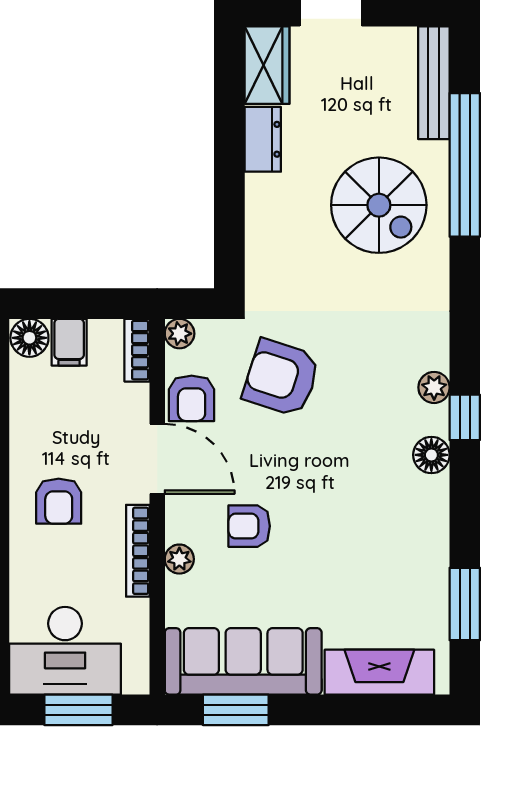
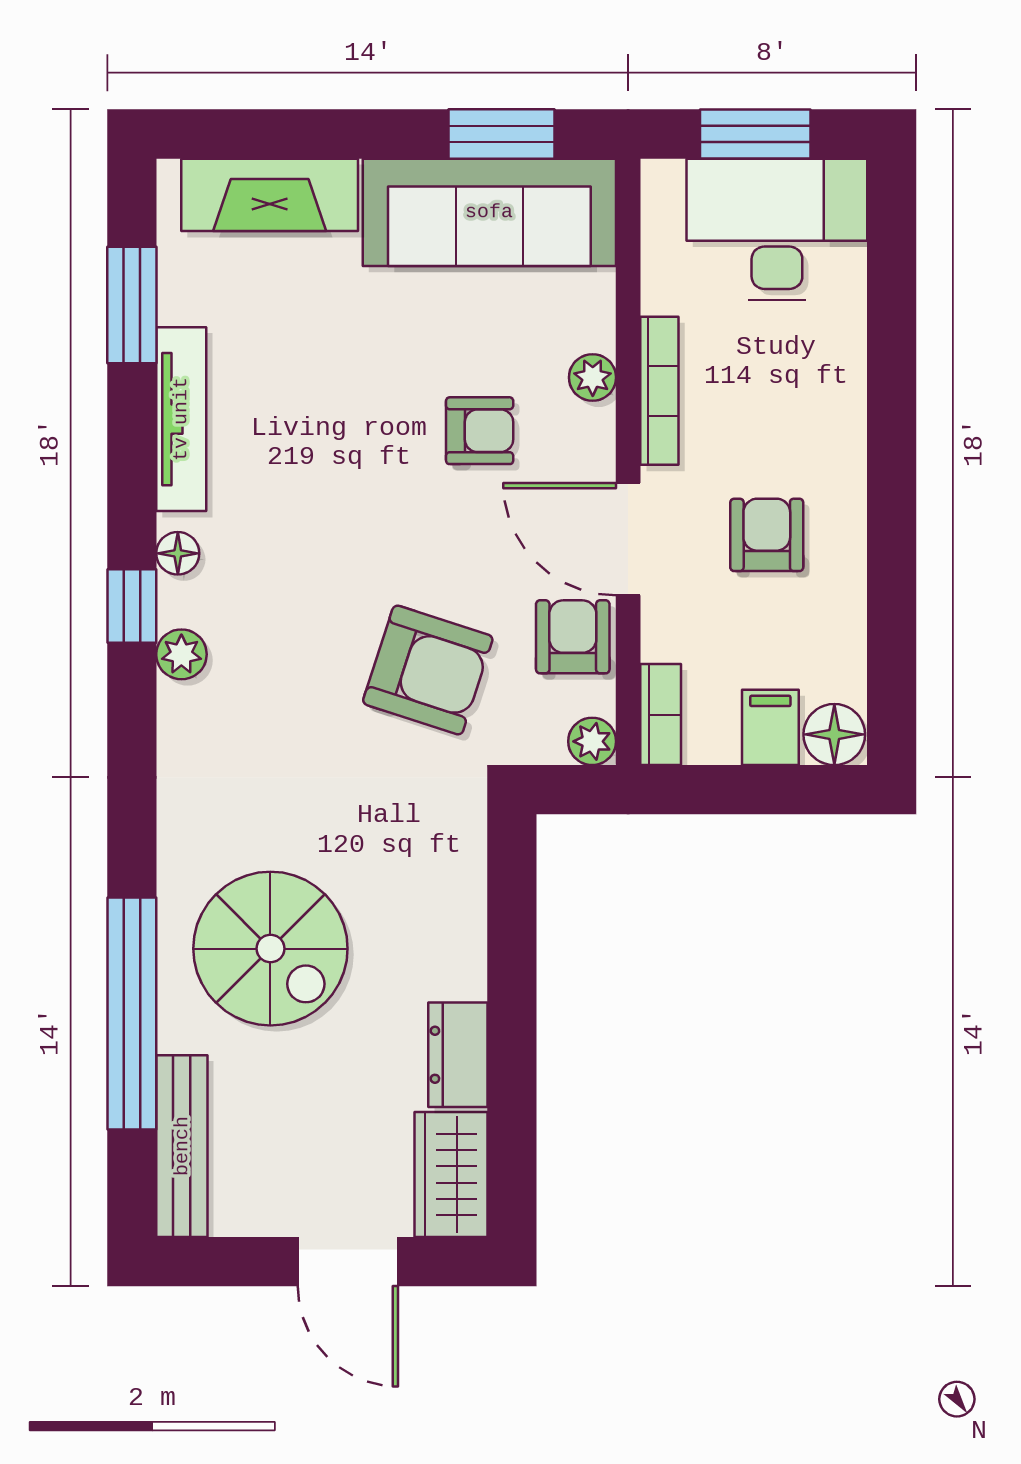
spiral stairs: (379, 205) -> (270, 949), turned 180
floor lamp: (431, 455) -> (178, 553), width x0.73, depth x0.73
armchair: (59, 501) -> (767, 535), moved
tv unit: (434, 533) -> (181, 419), added

